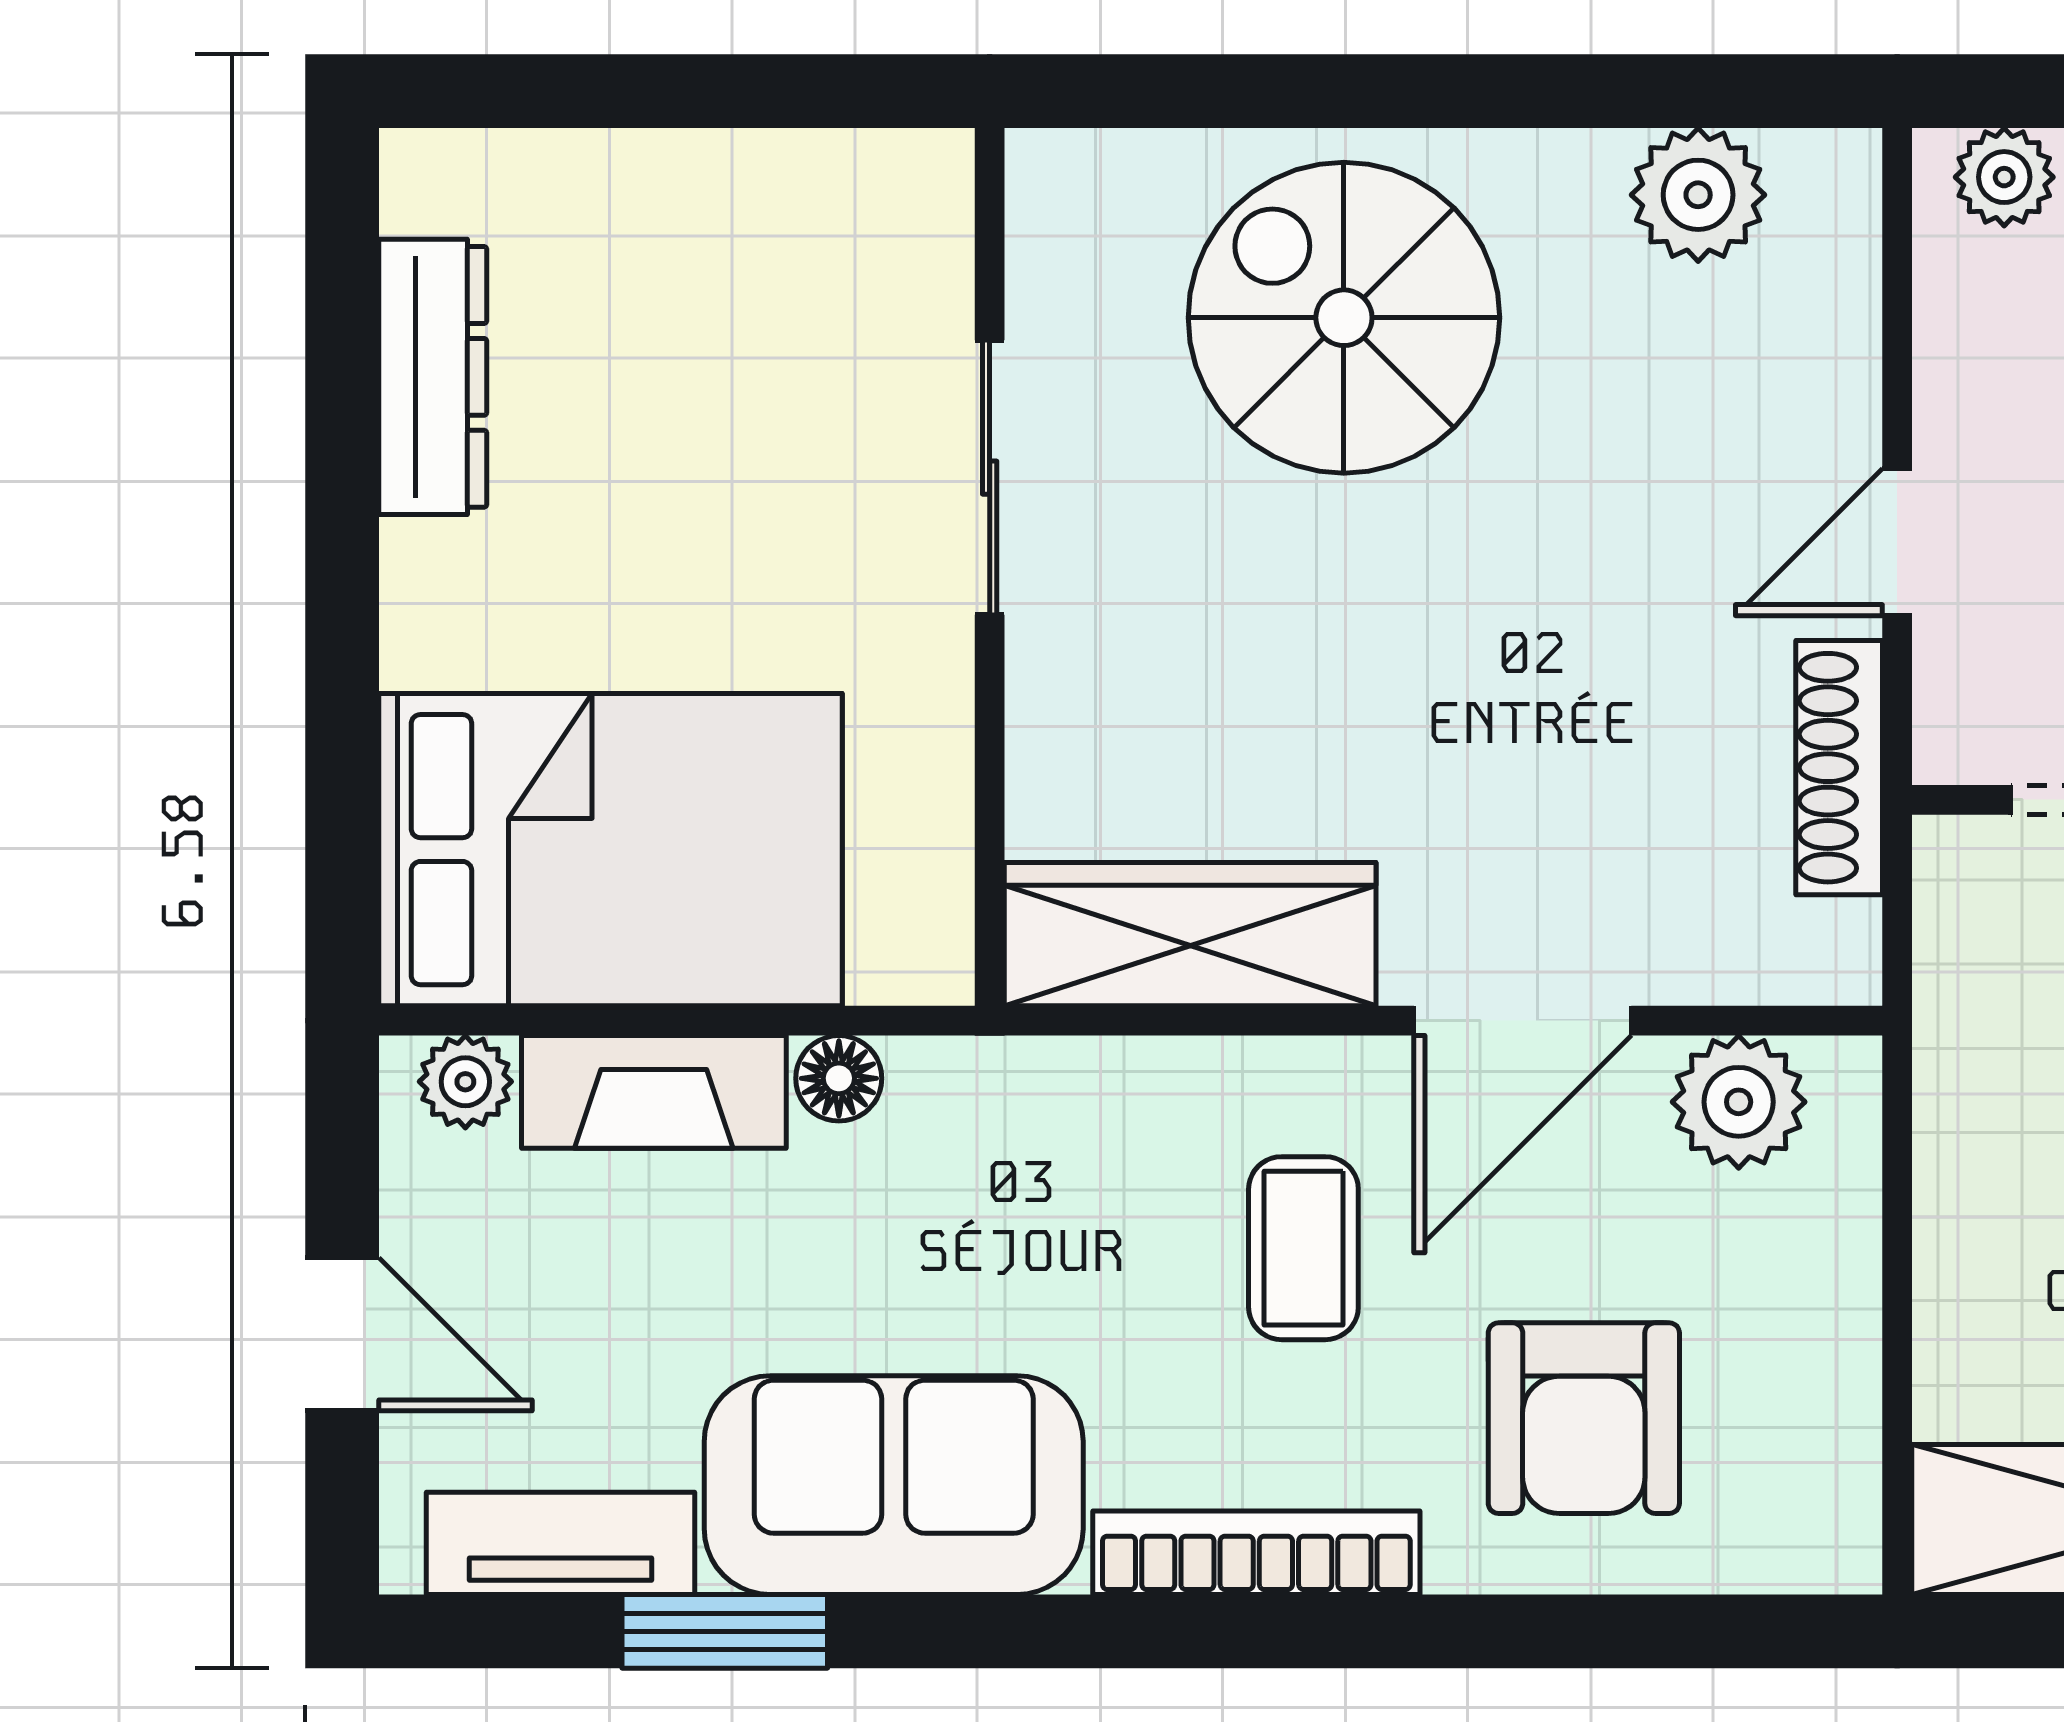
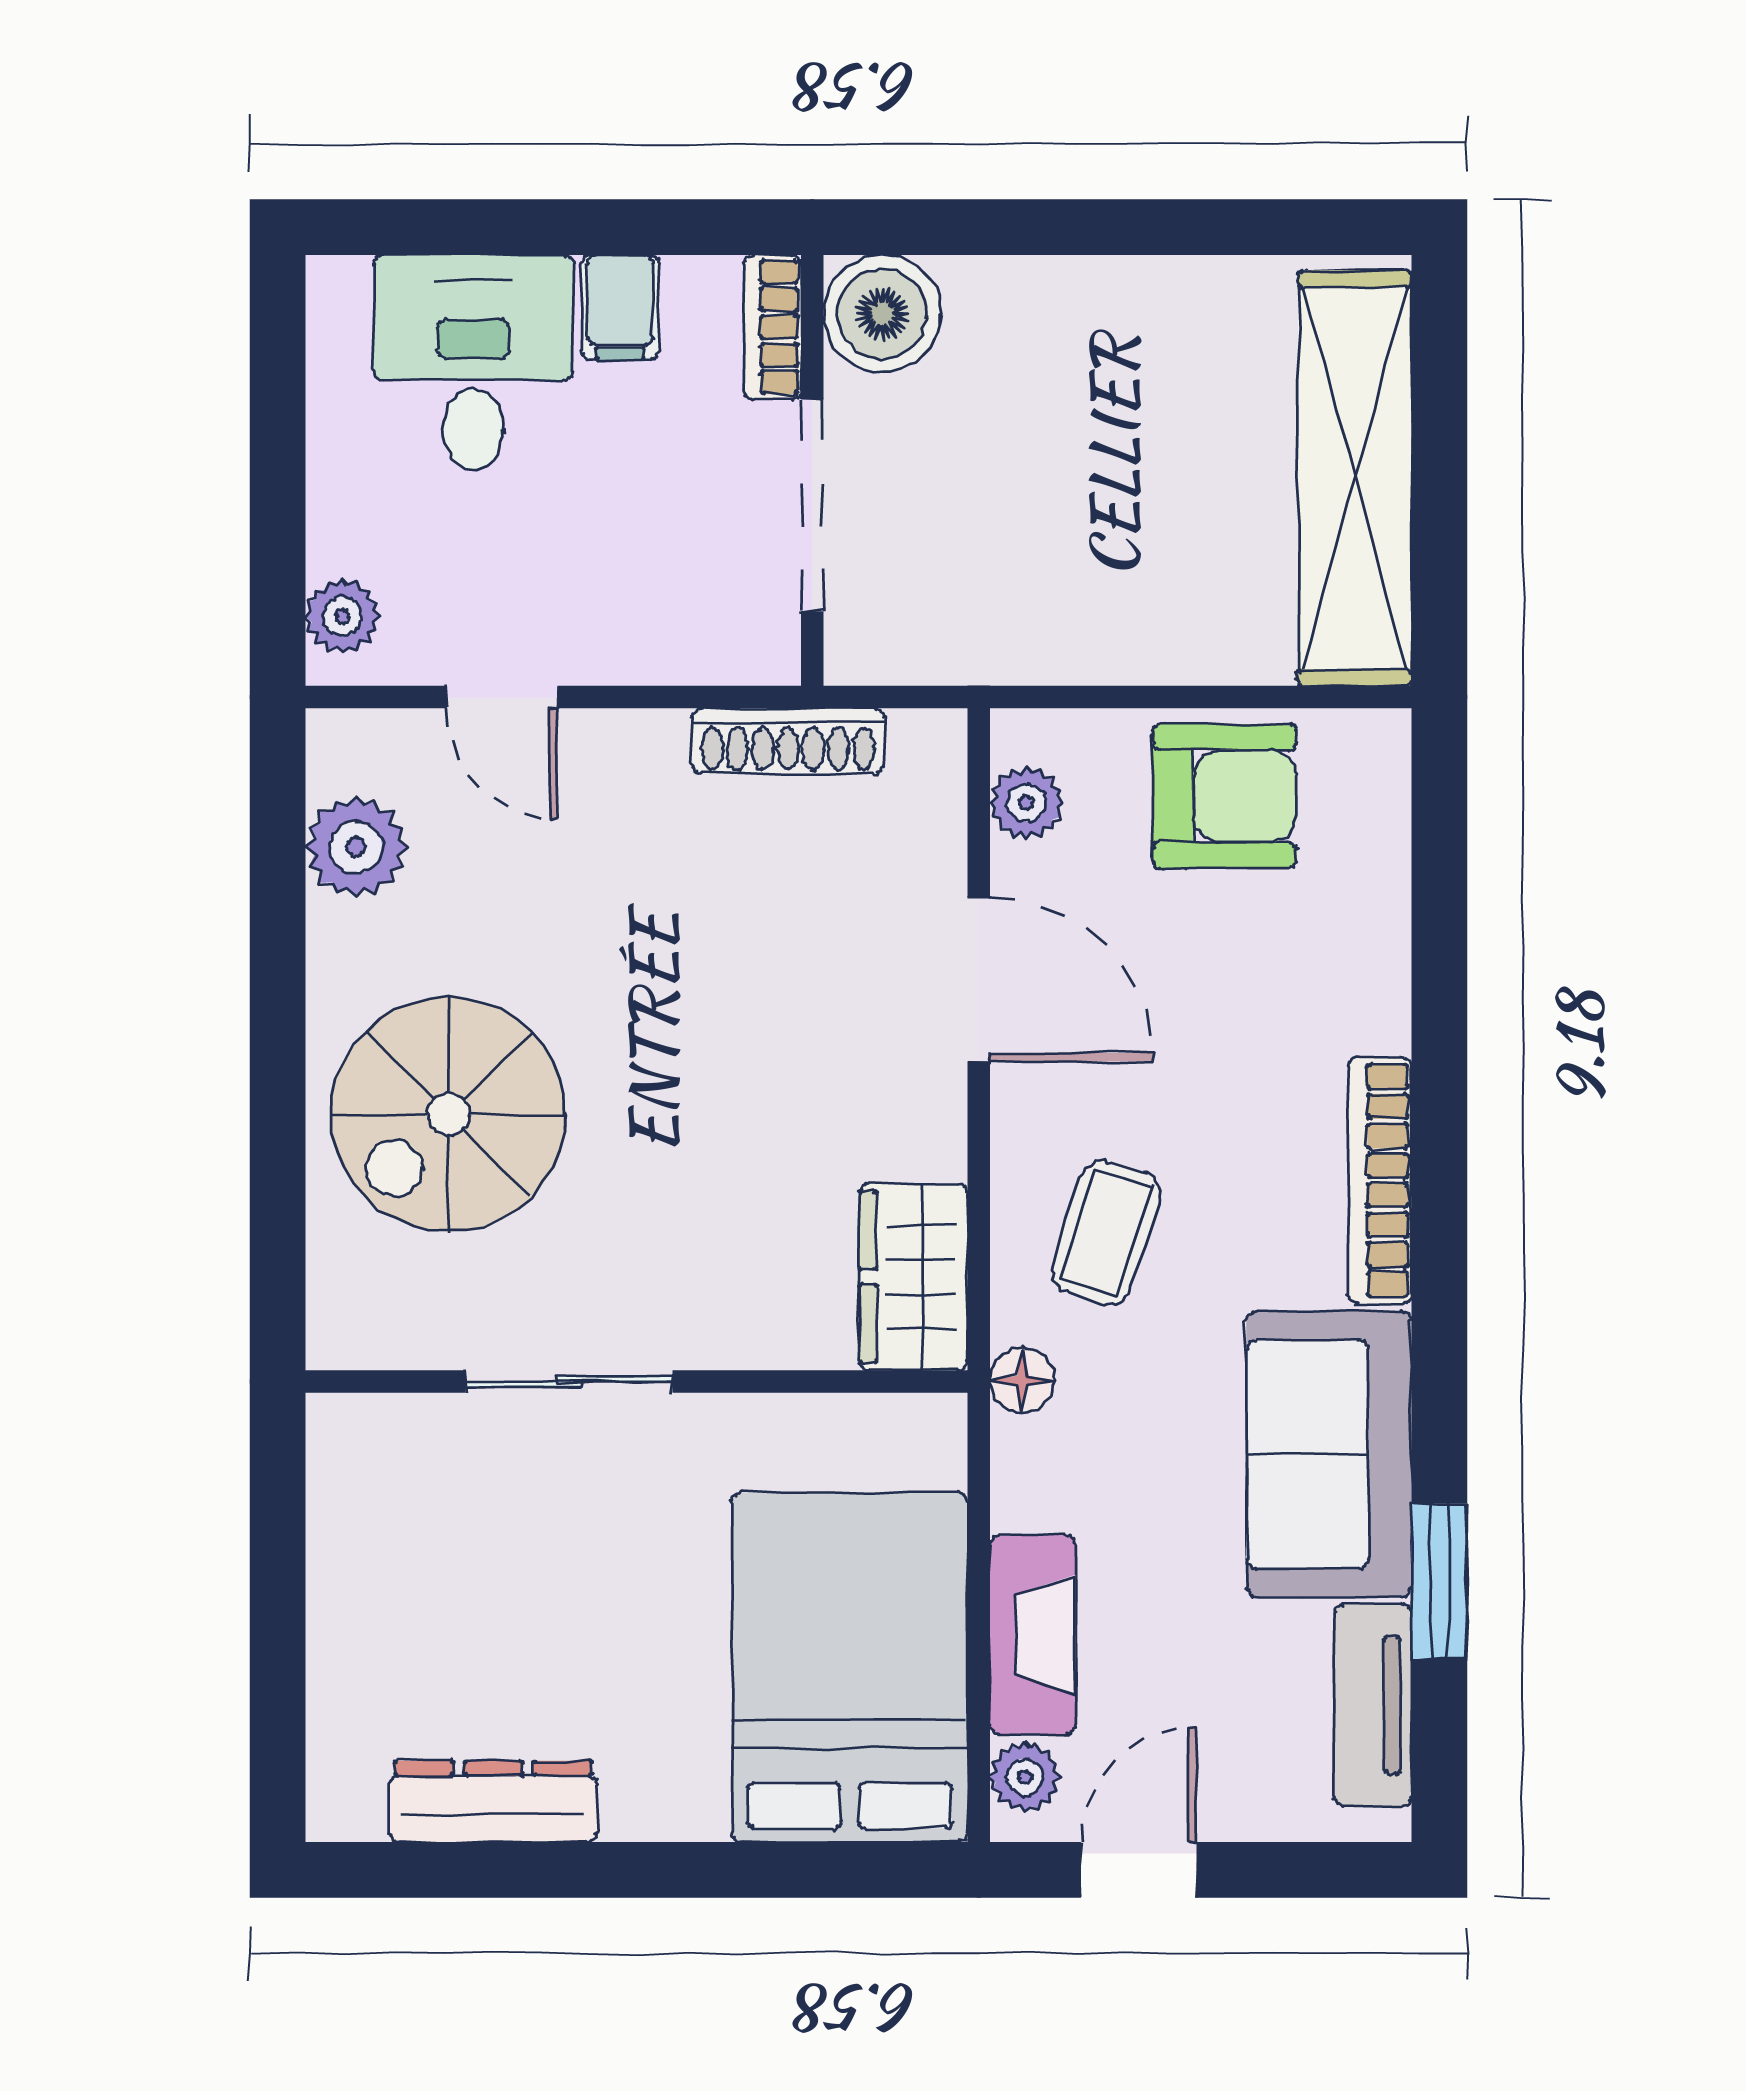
door: (1897, 542) -> (502, 697), moved
wardrobe: (1190, 934) -> (913, 1277), width x0.67
floor lamp: (839, 1078) -> (1022, 1380), moved
plant: (1739, 1102) -> (1026, 803), width x0.73, depth x0.73
coffee table: (1303, 1248) -> (1106, 1233), moved, turned -72
door: (342, 1334) -> (1139, 1870), moved
armchair: (1584, 1418) -> (1225, 796), moved

